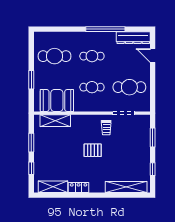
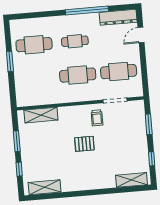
door: (153, 56) -> (141, 35), hinge flipped
window: (31, 80) -> (10, 61), moved
cafe table: (92, 87) -> (78, 75), width x1.37, depth x1.35
booth: (57, 101) -> (41, 93), removed
locker: (79, 187) -> (72, 186), removed
shelving: (126, 187) -> (131, 180), width x0.68

